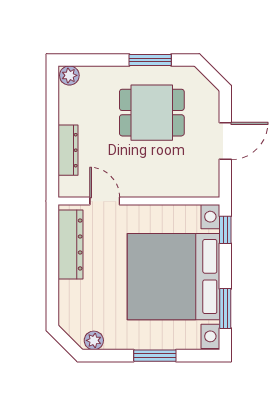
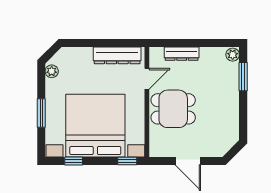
window: (150, 60) -> (243, 77), moved
dining table: (152, 113) -> (173, 109), moved, turned 90
window: (225, 308) -> (74, 161), width x0.67

